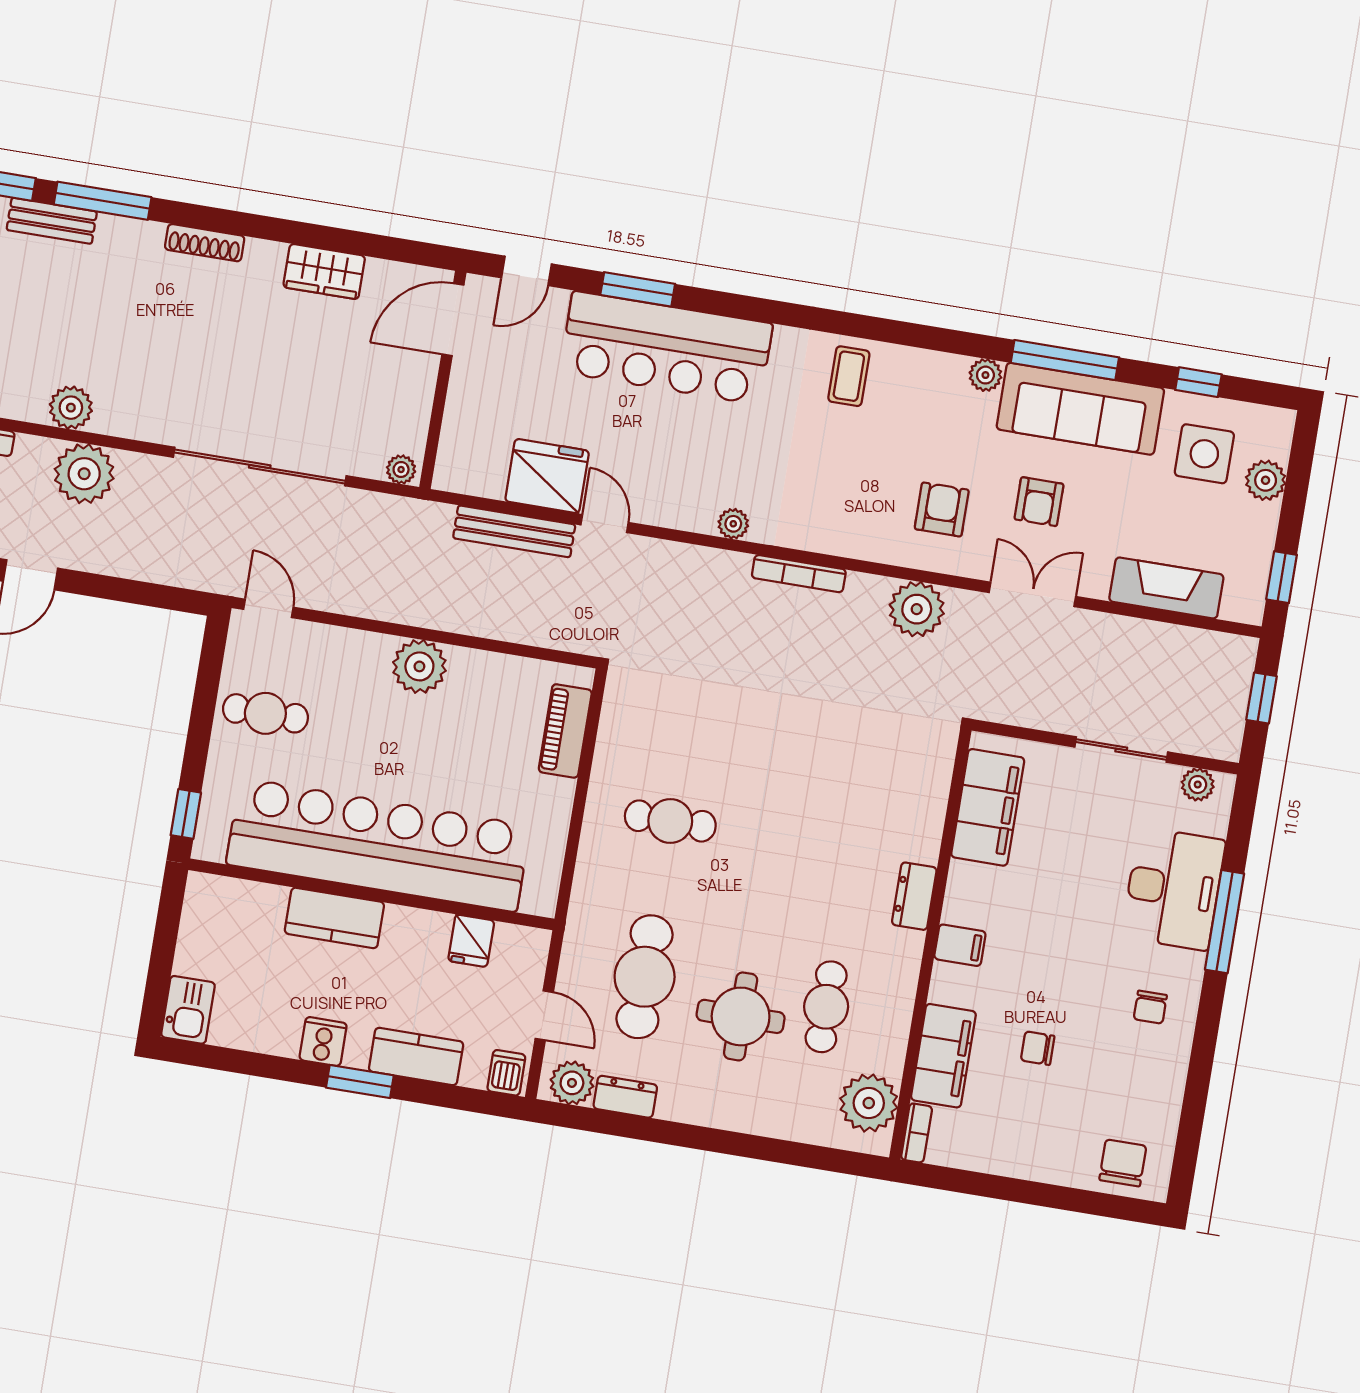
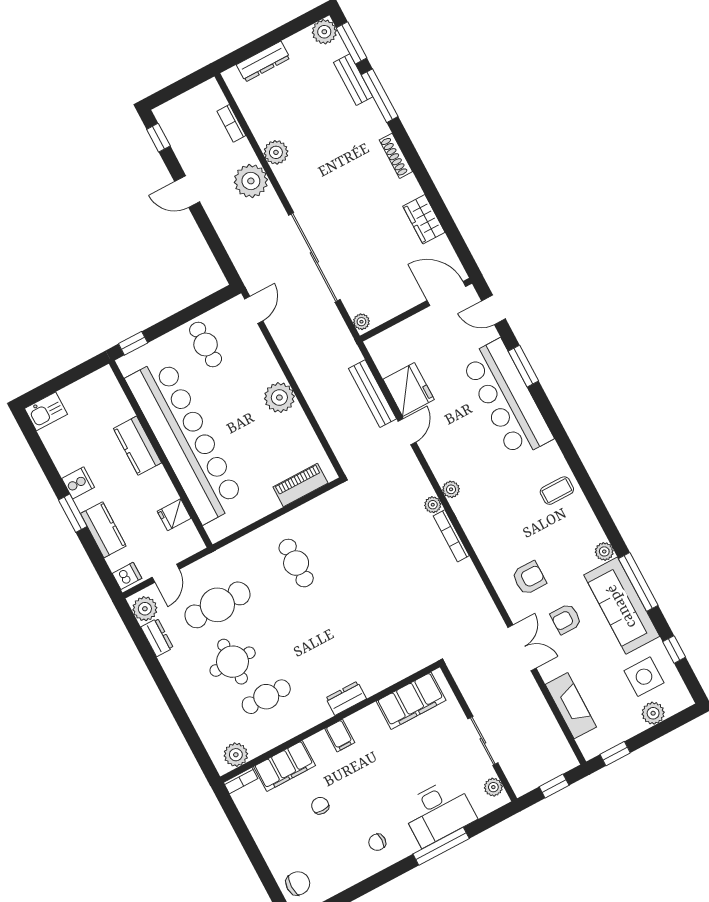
plant: (917, 609) -> (433, 505), moved, width x0.53, depth x0.53
plant: (869, 1103) -> (236, 755), width x0.73, depth x0.73

